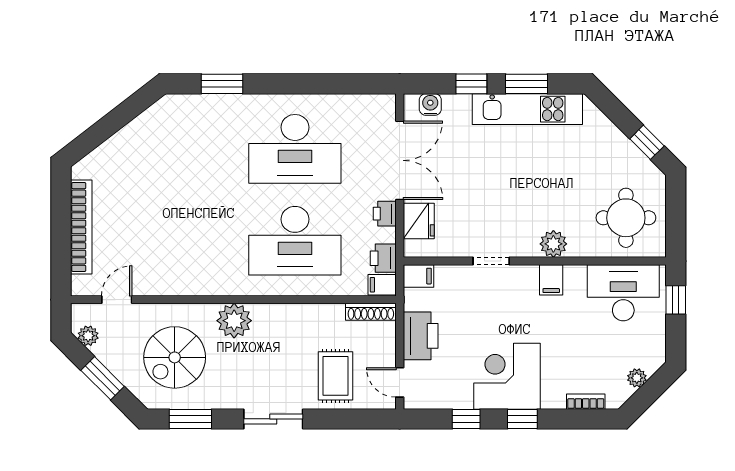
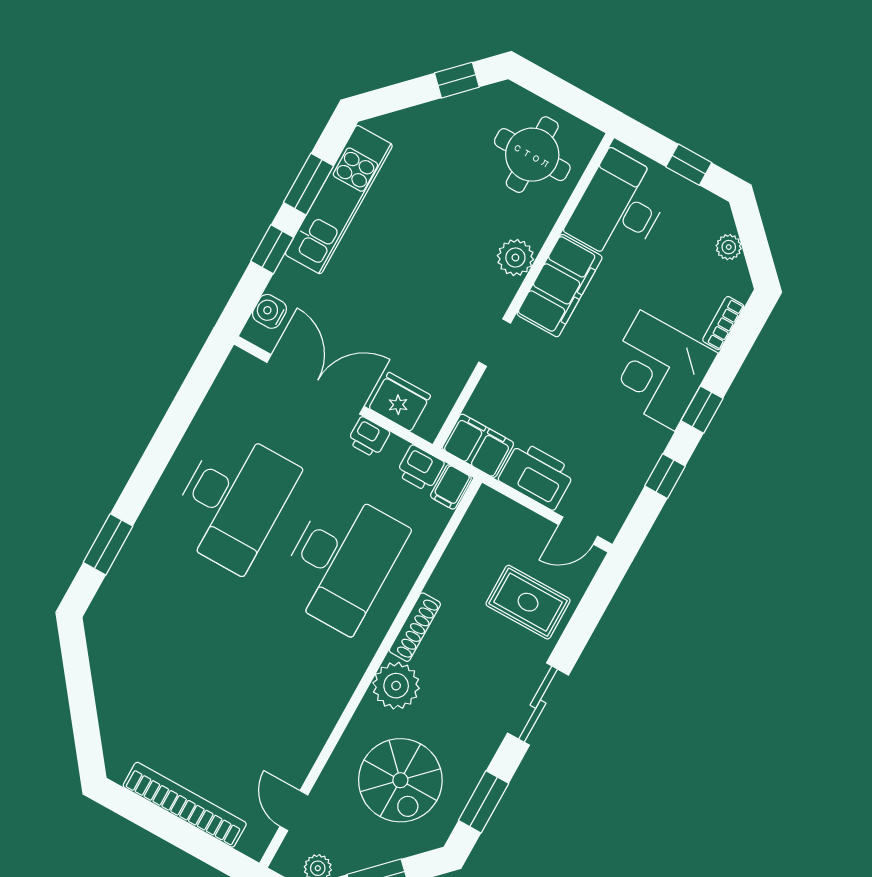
filing cabinet: (418, 276) -> (478, 446), width x2.00
filing cabinet: (551, 280) -> (560, 286), width x3.00, depth x1.17
window: (676, 300) -> (689, 165), moved
shoe rack: (371, 312) -> (415, 627), moved
corner desk: (507, 376) -> (657, 370), moved

